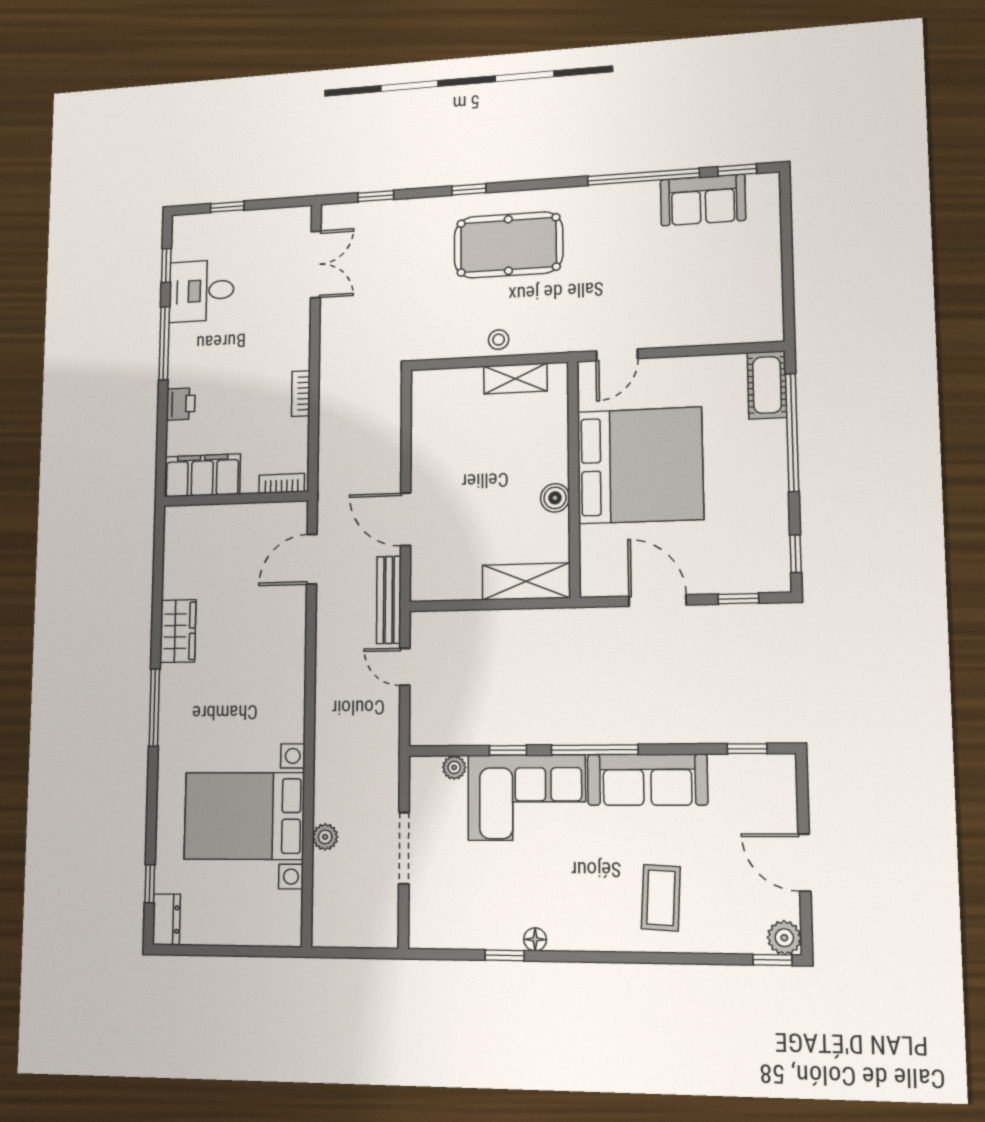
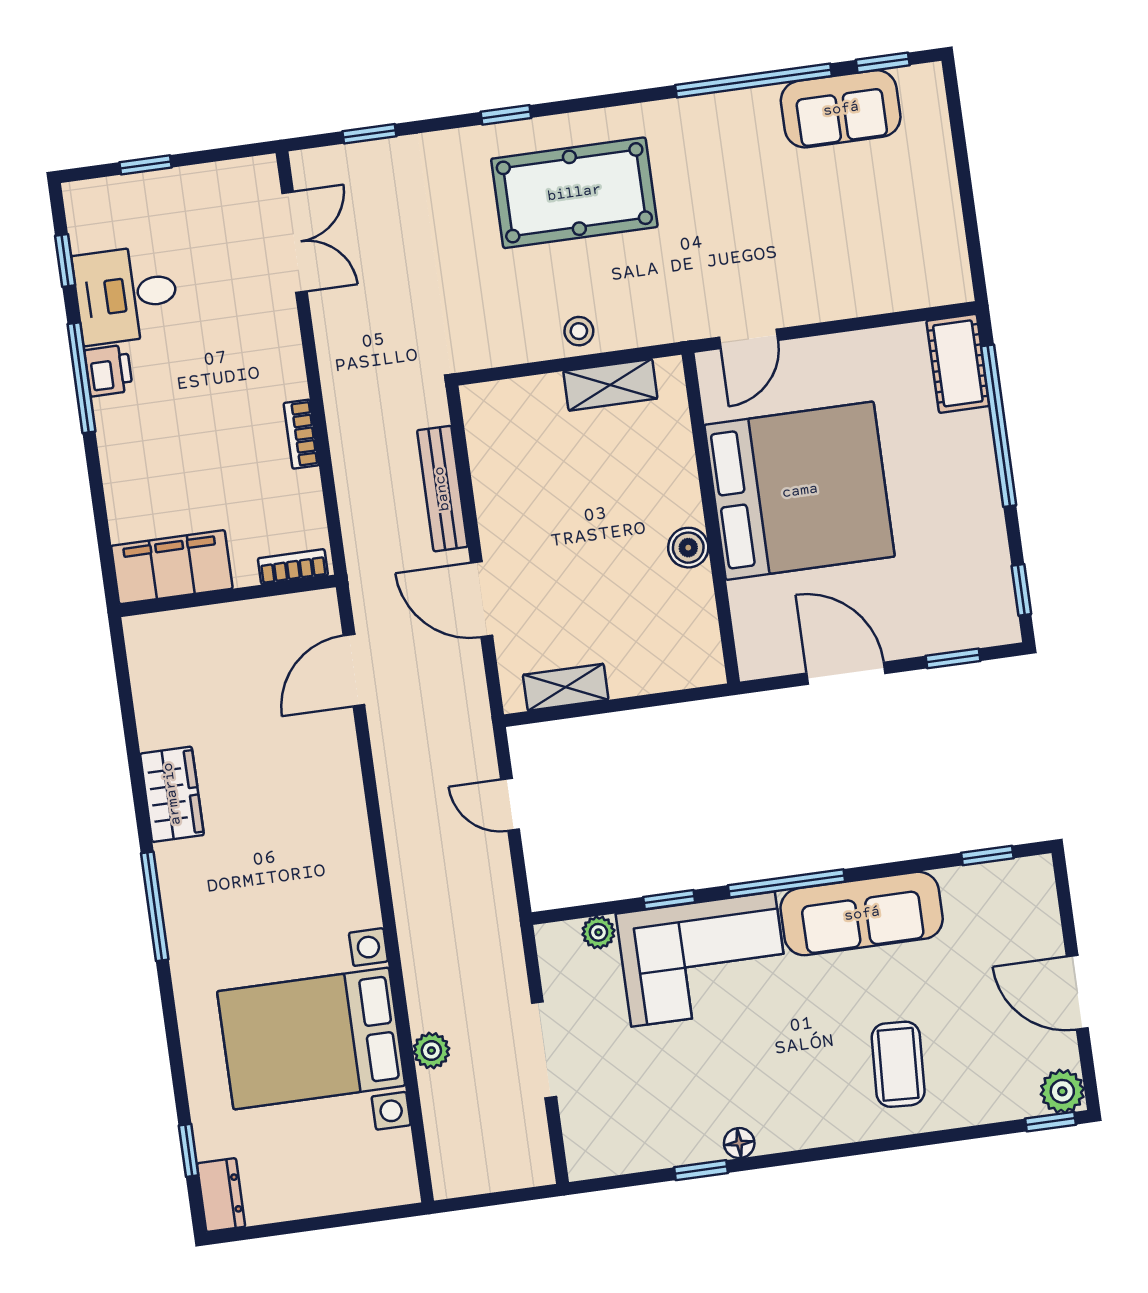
printer: (181, 404) -> (109, 371), moved
shelving: (526, 581) -> (566, 687), moved, width x0.67, depth x0.75
bench: (389, 600) -> (442, 489), moved

